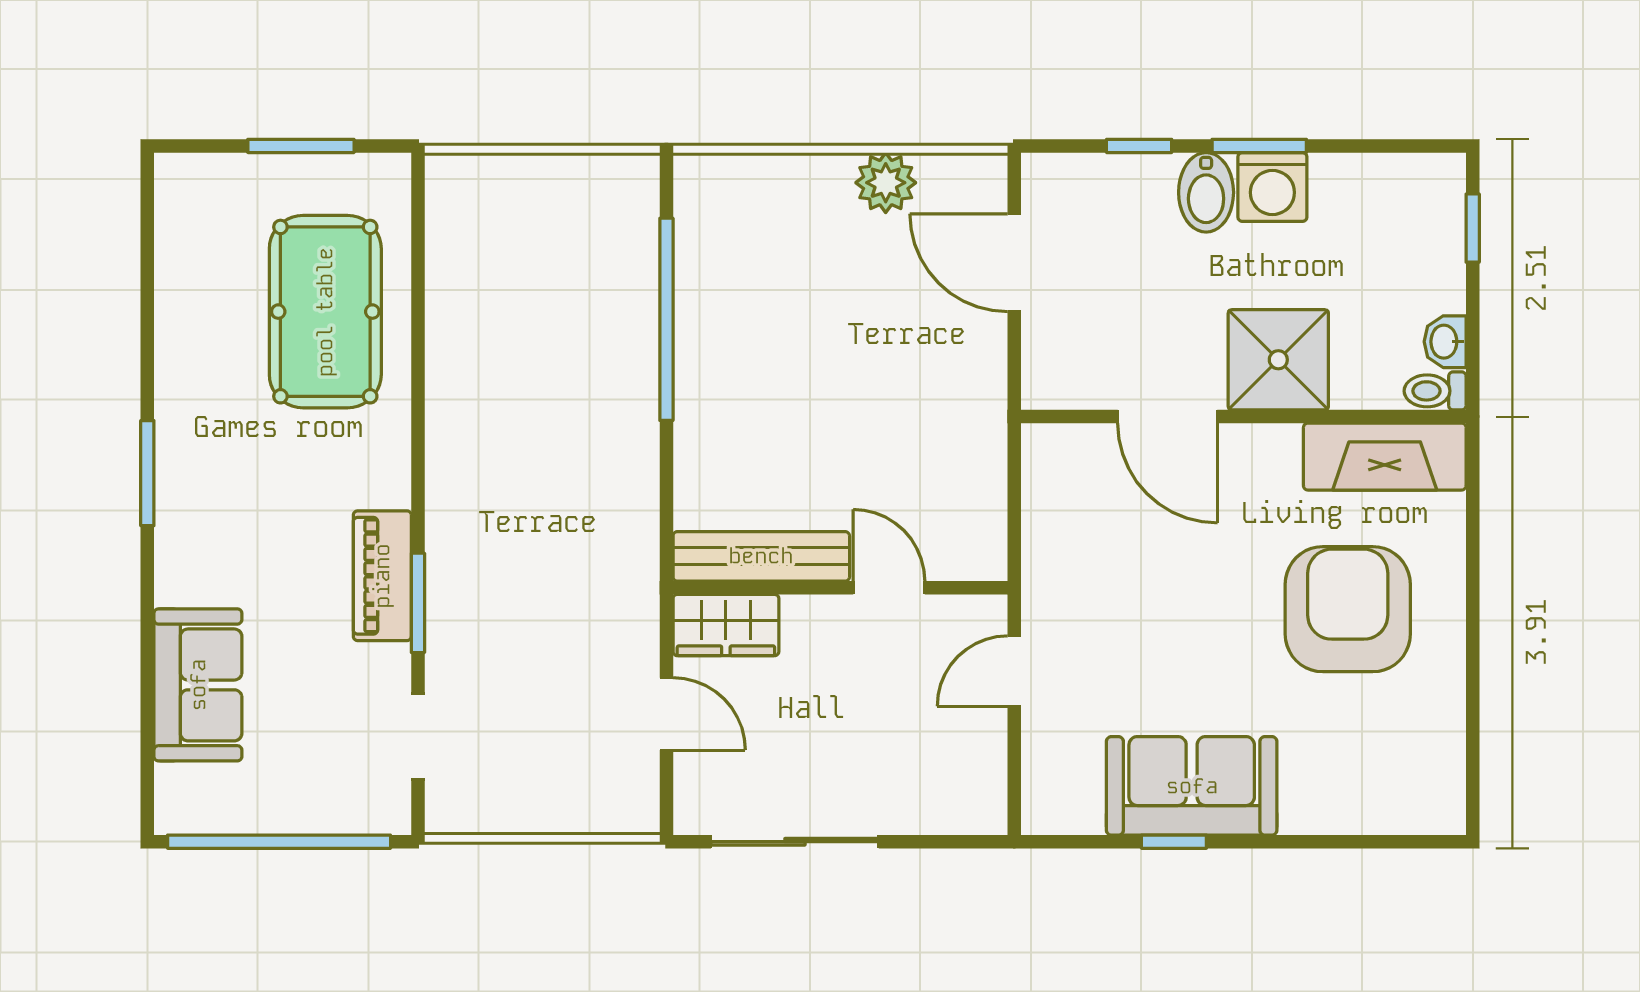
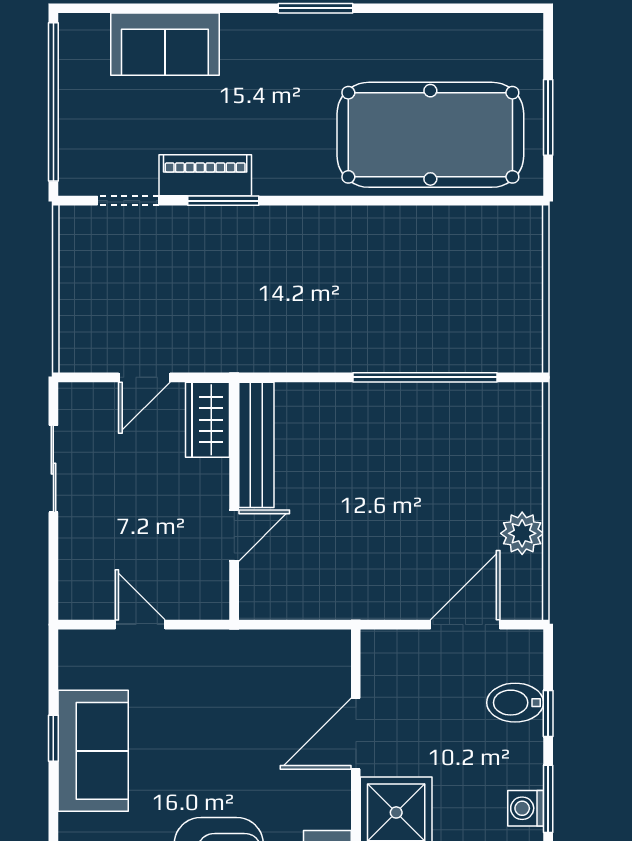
washing machine: (1272, 187) -> (526, 808), width x0.73, depth x0.73
bidet: (1206, 192) -> (515, 703), moved
pool table: (325, 312) -> (430, 135), width x1.36, depth x1.32
piano: (382, 576) -> (205, 175), moved
door: (1014, 671) -> (140, 625), moved
sliding door: (795, 842) -> (53, 469), width x0.73

